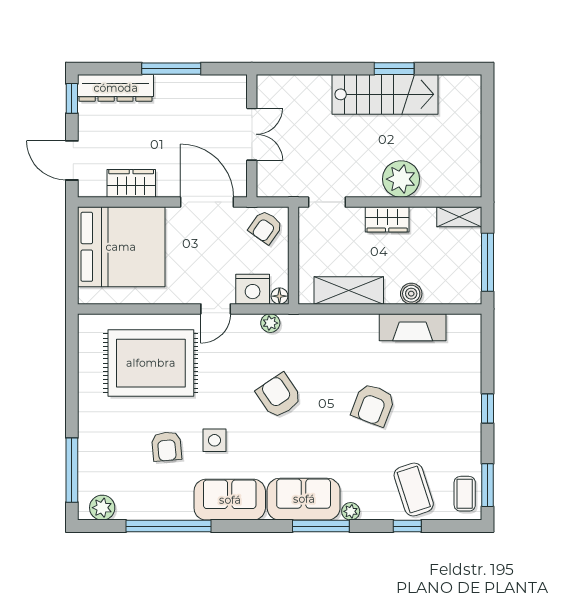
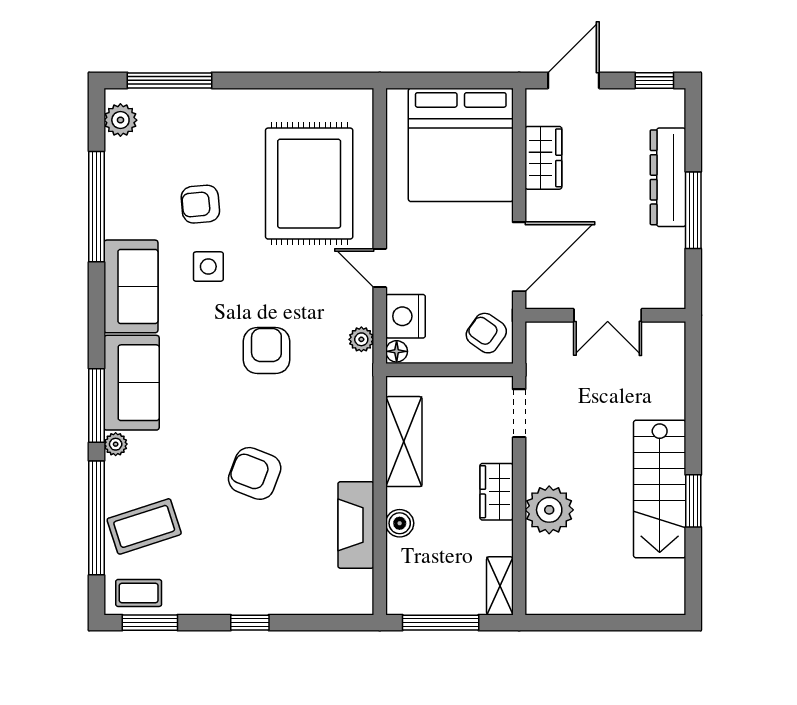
dresser: (116, 88) -> (668, 177), moved
armchair: (279, 396) -> (266, 351), turned -56
window: (407, 526) -> (97, 518), width x3.17

